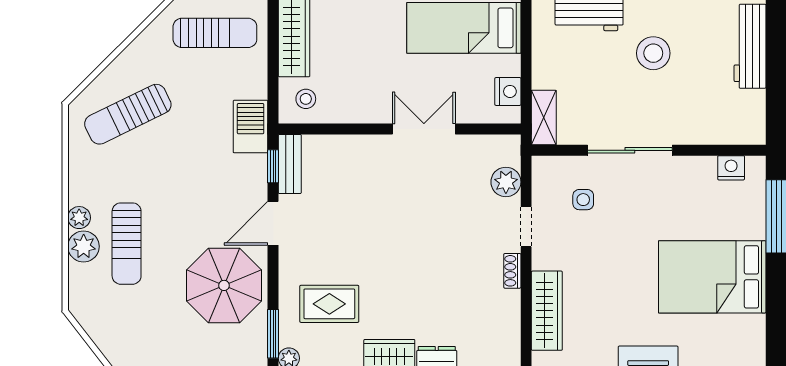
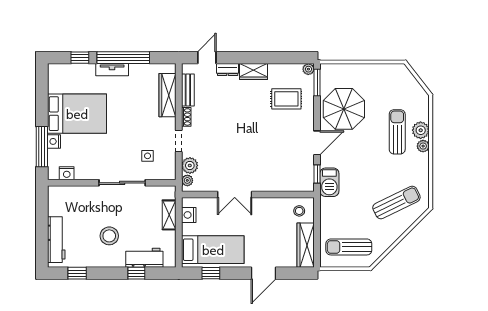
shelving: (544, 117) -> (169, 215), moved
barbecue: (251, 127) -> (329, 182), moved
plant: (511, 155) -> (187, 180), added
bench: (290, 164) -> (188, 90), moved
nightstand: (754, 226) -> (54, 141), added

